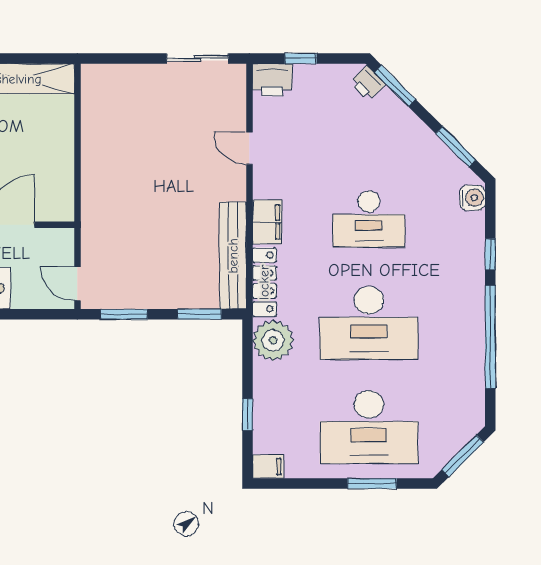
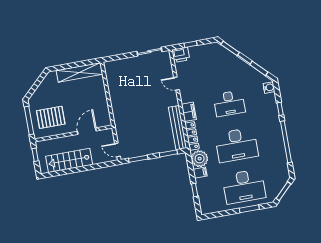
printer: (368, 83) -> (219, 49), removed
filing cabinet: (268, 467) -> (200, 173), moved

